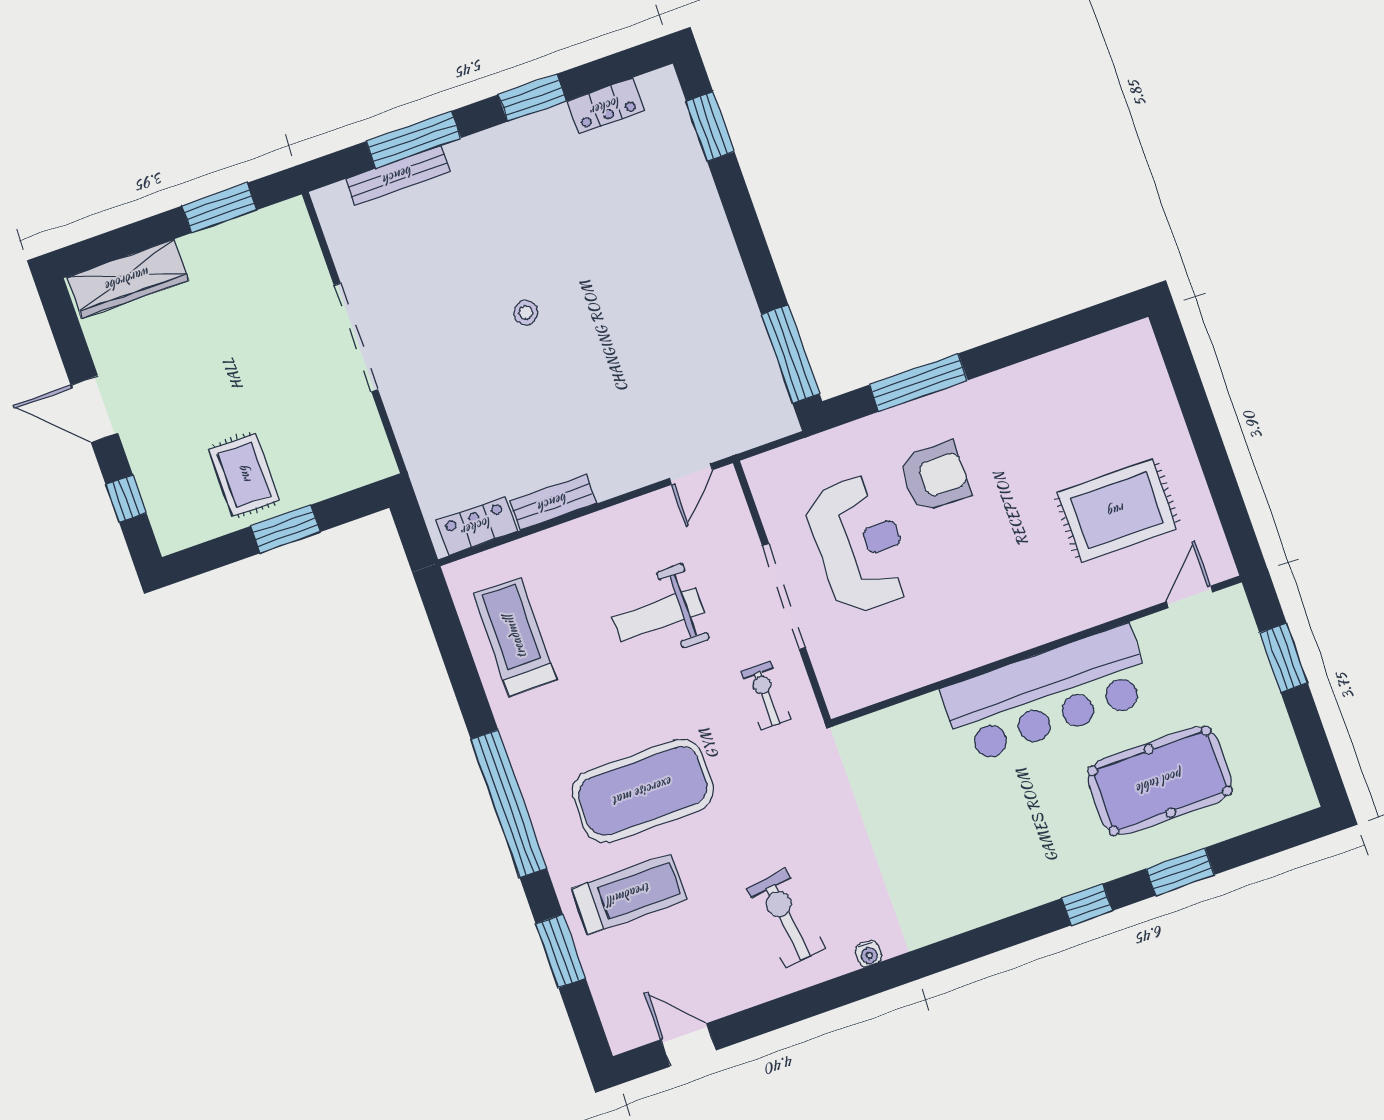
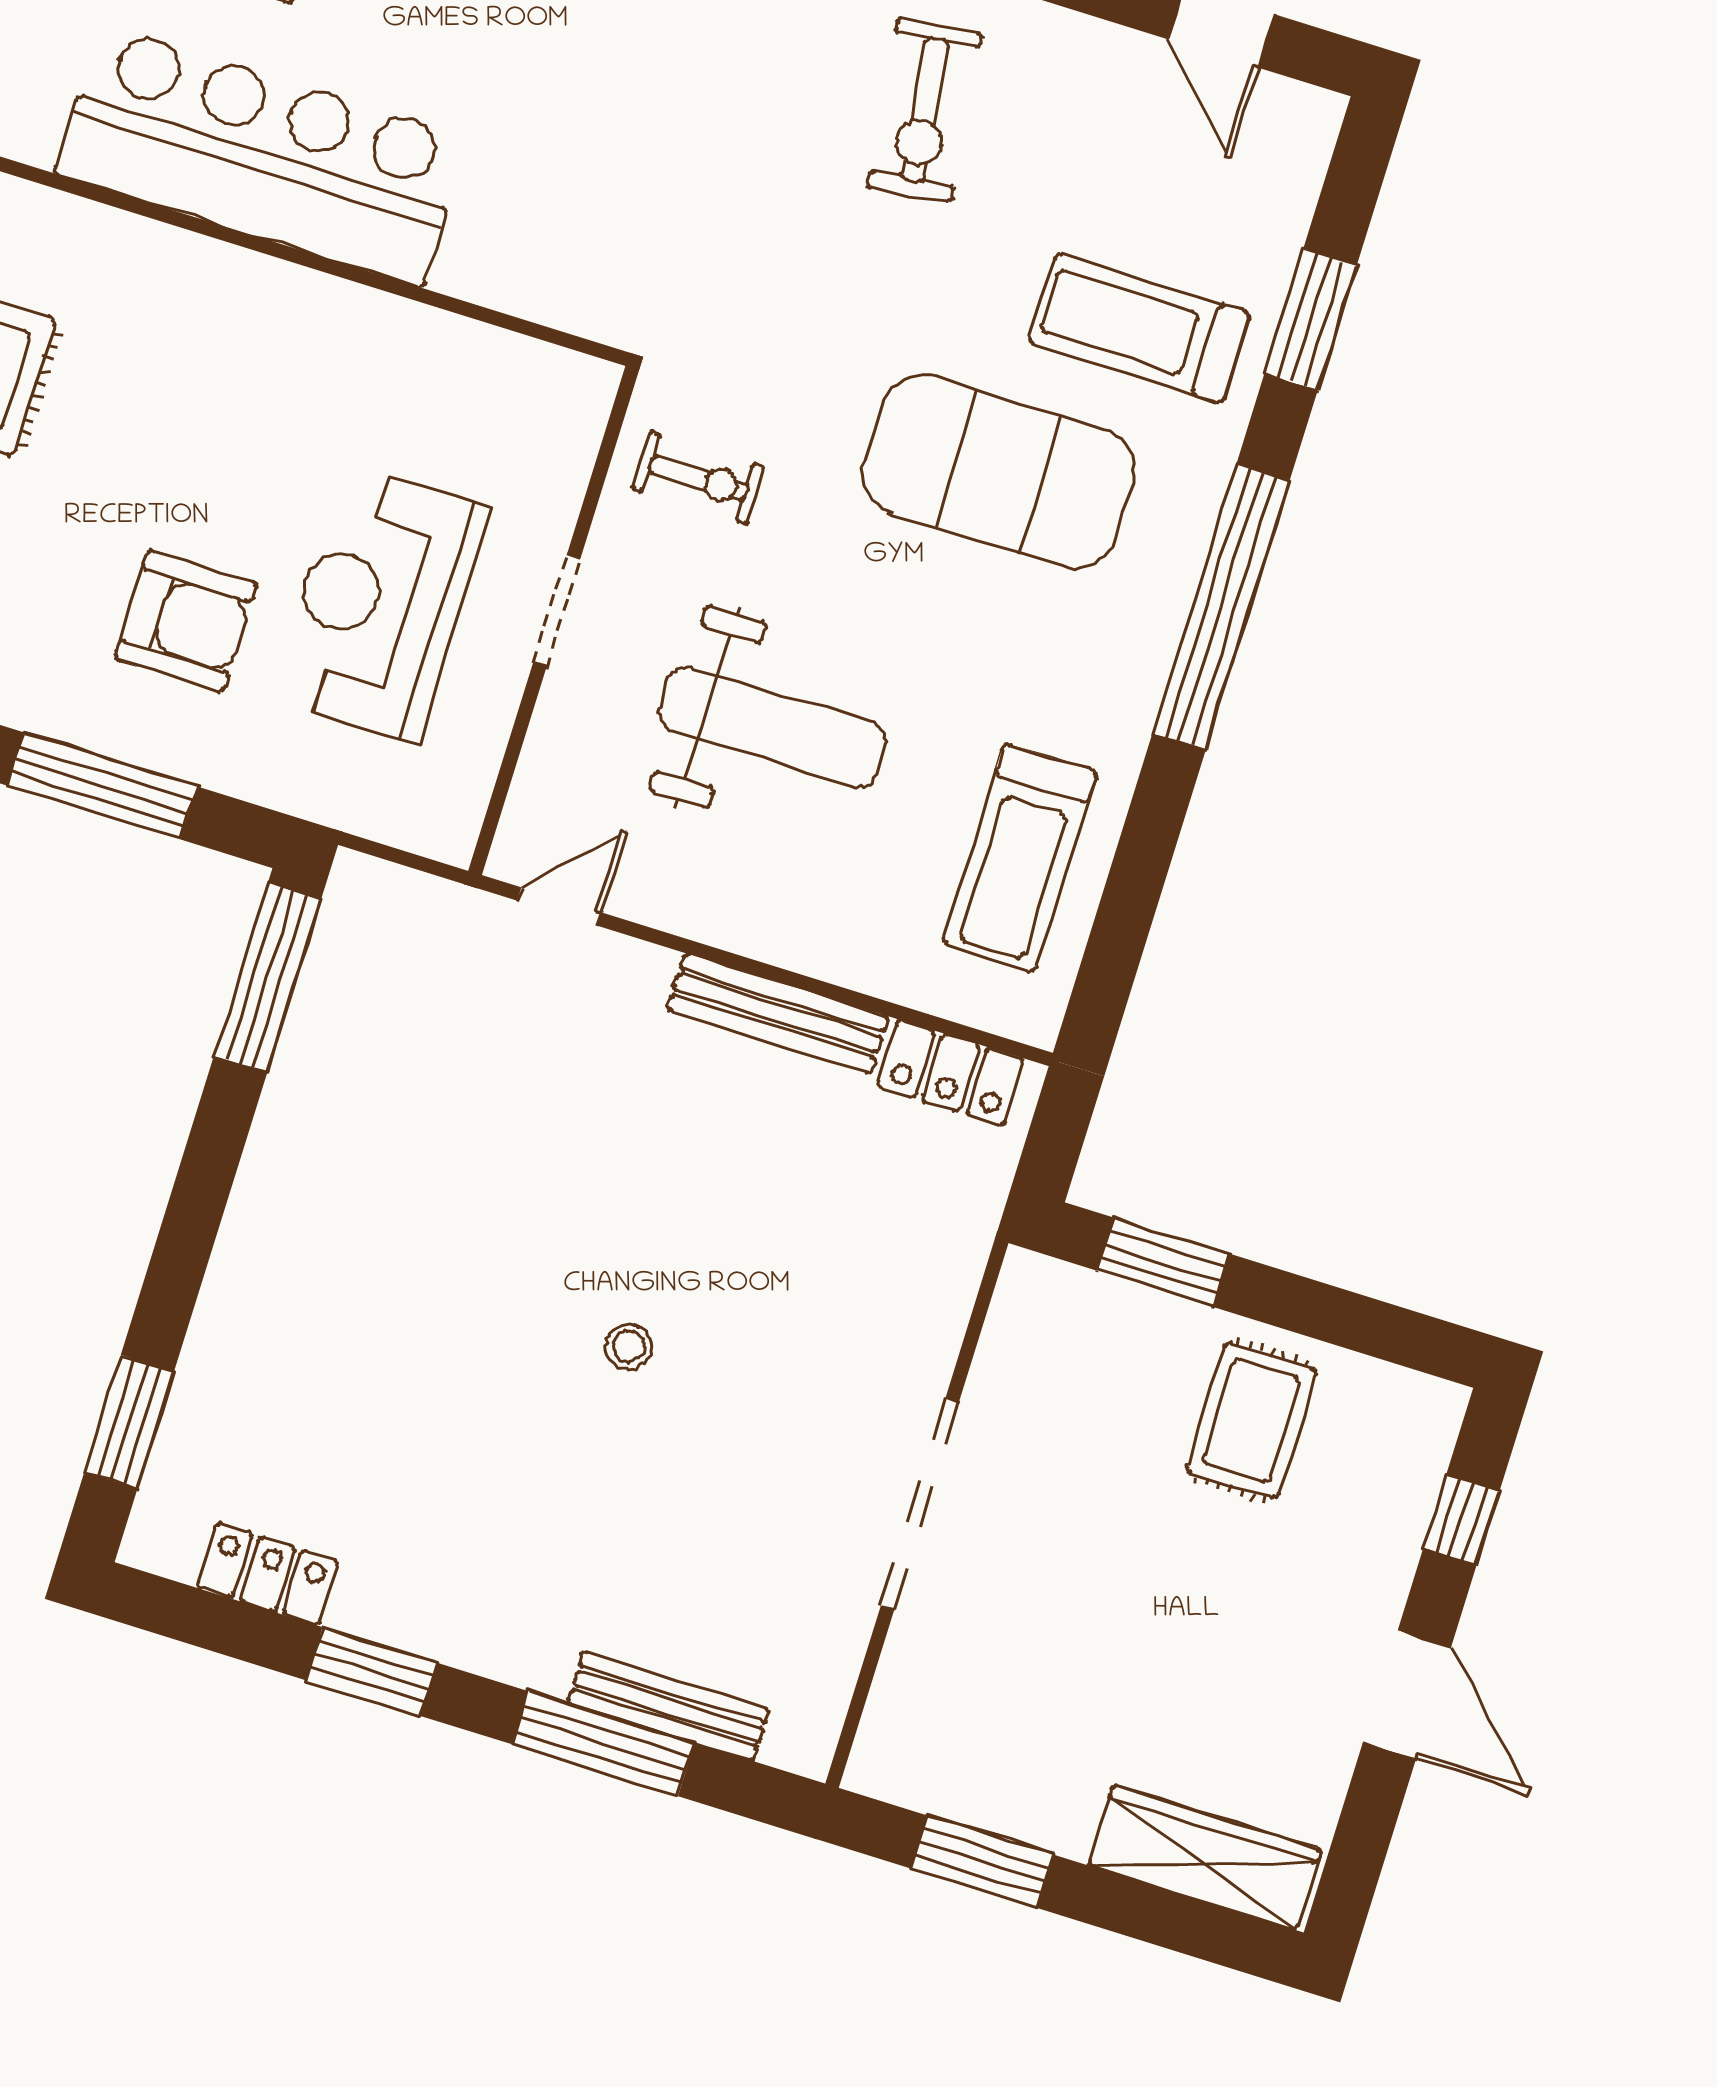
armchair: (935, 477) -> (186, 621), turned 180
bench: (553, 502) -> (778, 1013), width x1.36
window: (285, 529) -> (1163, 1262), moved
doorway: (784, 596) -> (557, 610), width x0.53
weight bench: (658, 615) -> (772, 727), width x1.36, depth x1.33
exercise bike: (766, 695) -> (699, 478), turned -90

